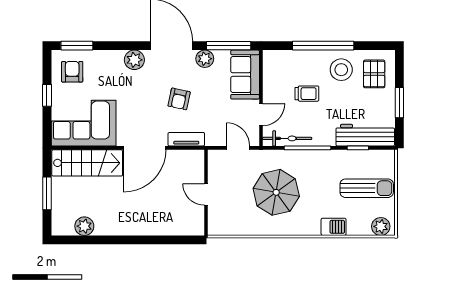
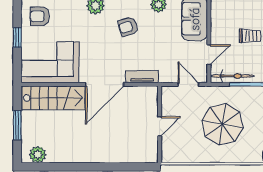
armchair: (72, 72) -> (40, 16), turned -90
armchair: (179, 99) -> (128, 27), moved, turned 61
door: (206, 194) -> (160, 126), swing flipped
plant: (84, 226) -> (38, 155), moved

